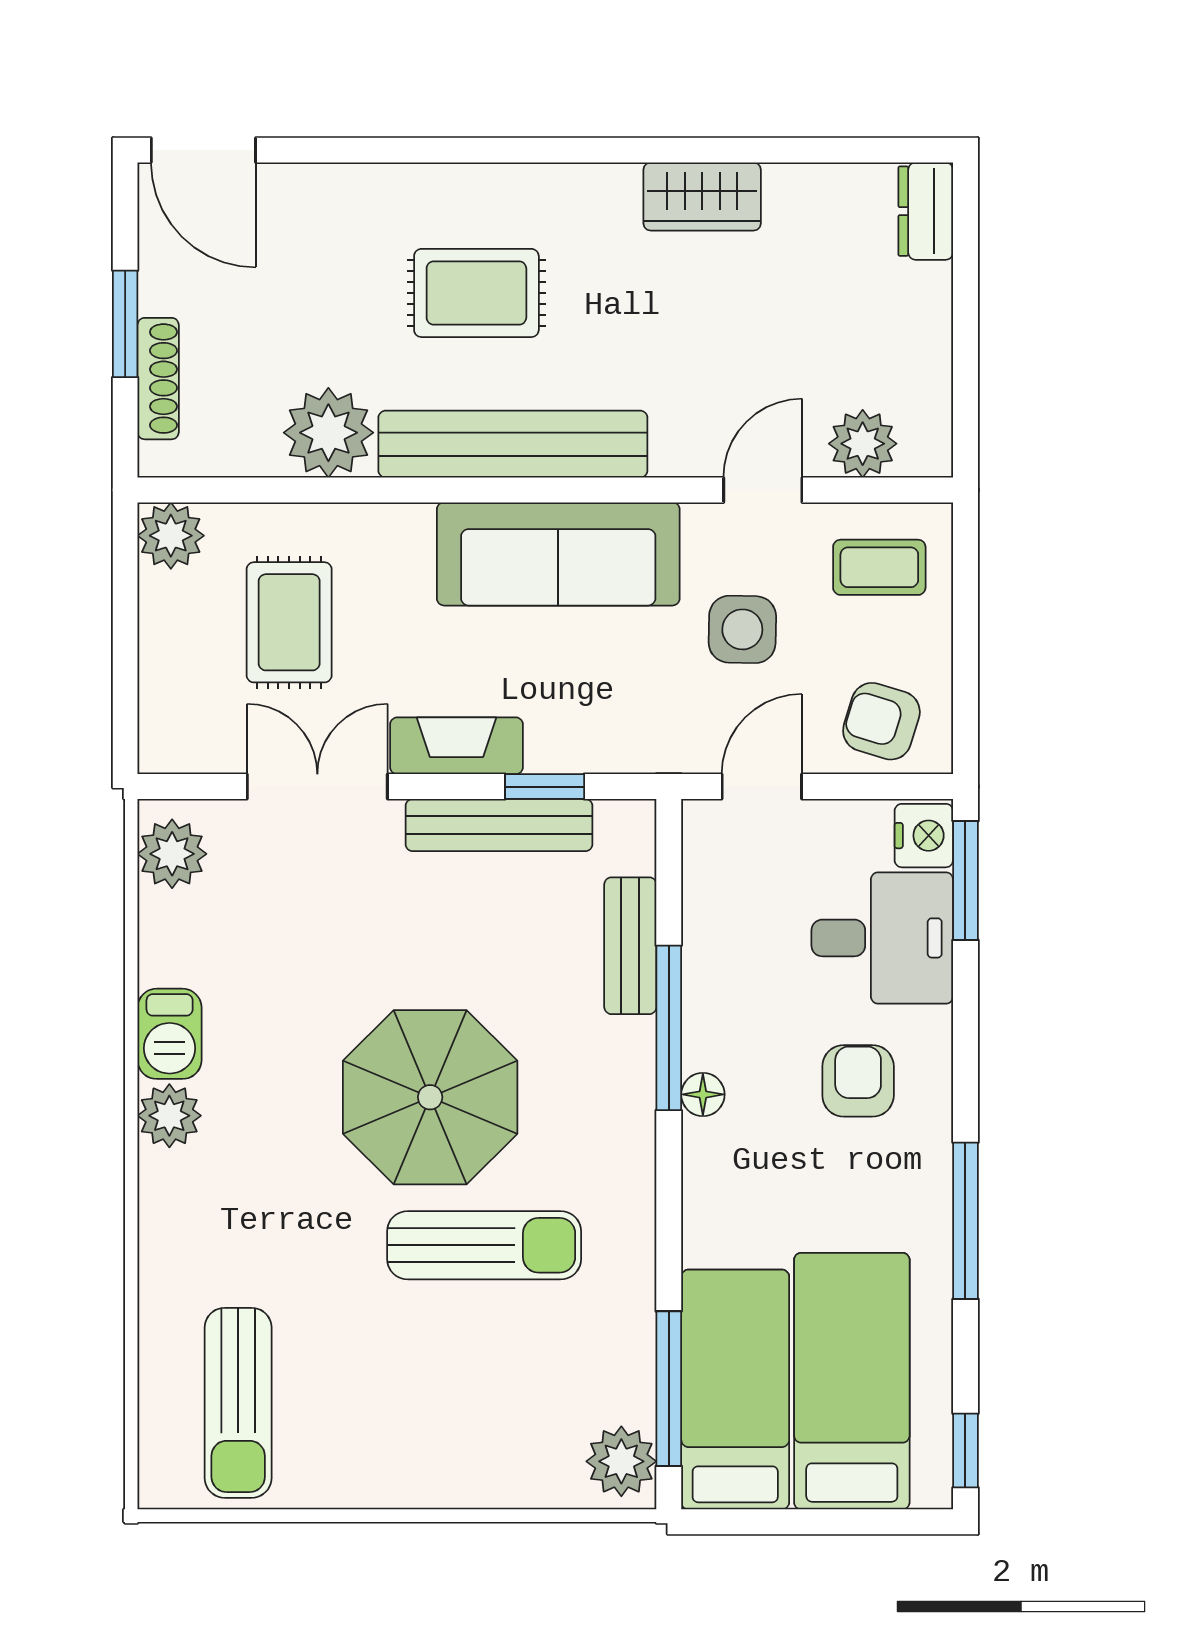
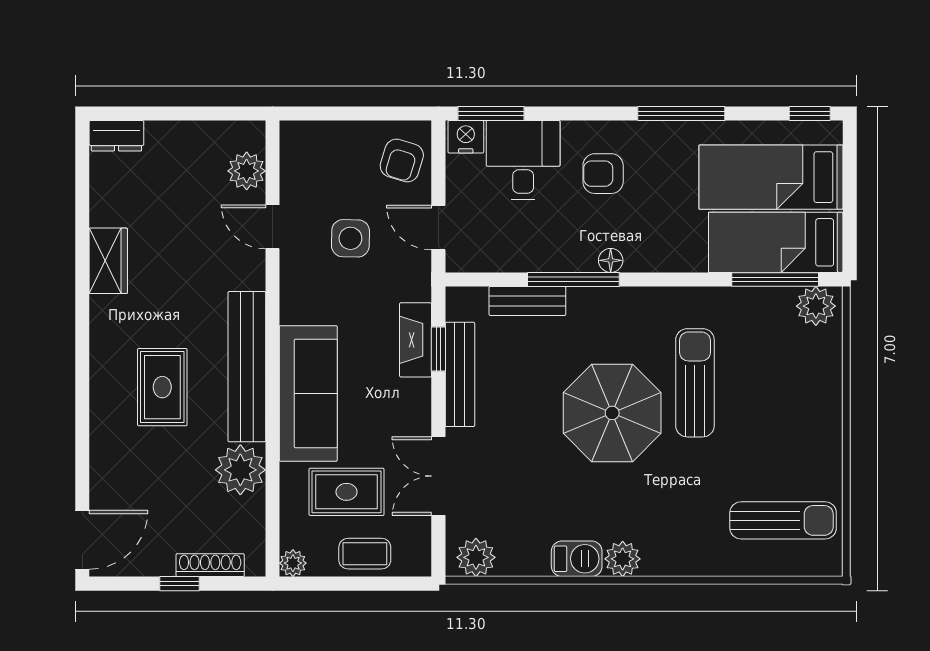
window: (125, 324) -> (180, 584), width x0.67
plant: (171, 536) -> (293, 563), width x0.73, depth x0.73
sofa: (558, 554) -> (308, 393), moved
coffee table: (879, 567) -> (365, 554), moved, turned 90
fireplace: (457, 746) -> (416, 340), moved

